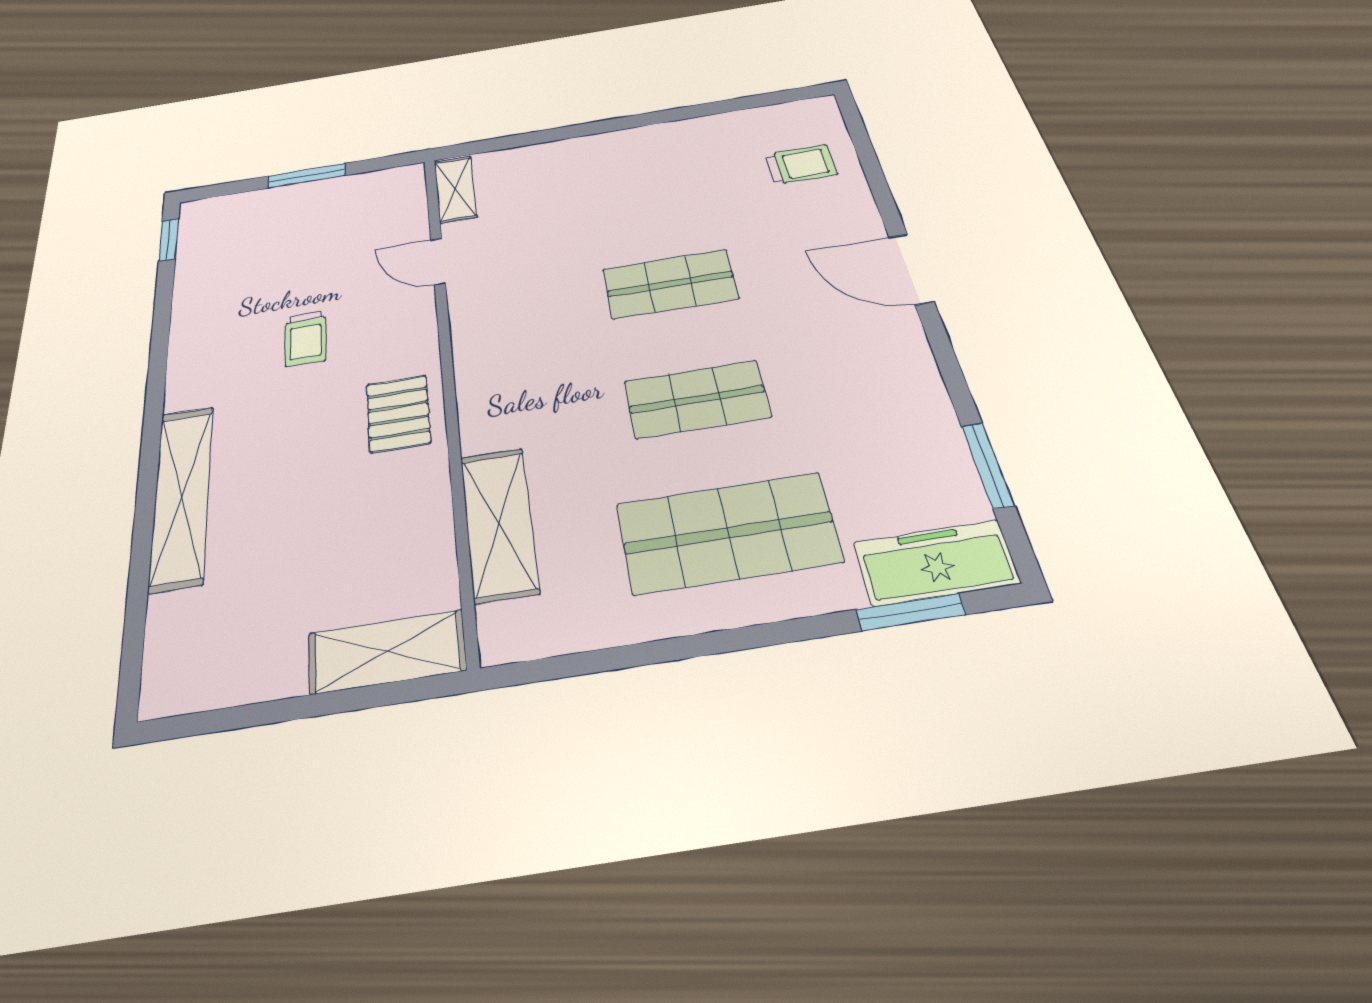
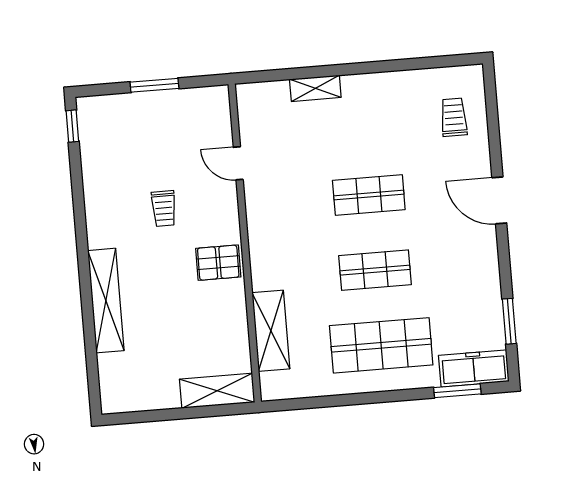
trolley: (801, 164) -> (454, 117), turned -90
shelving: (455, 189) -> (315, 88), moved, turned 90
pallet: (398, 413) -> (218, 263), turned 90

